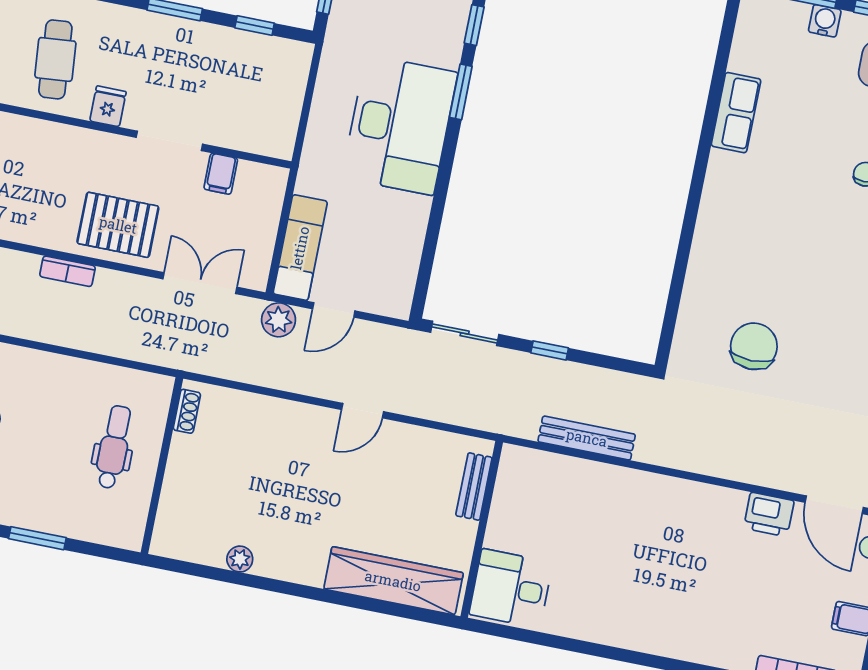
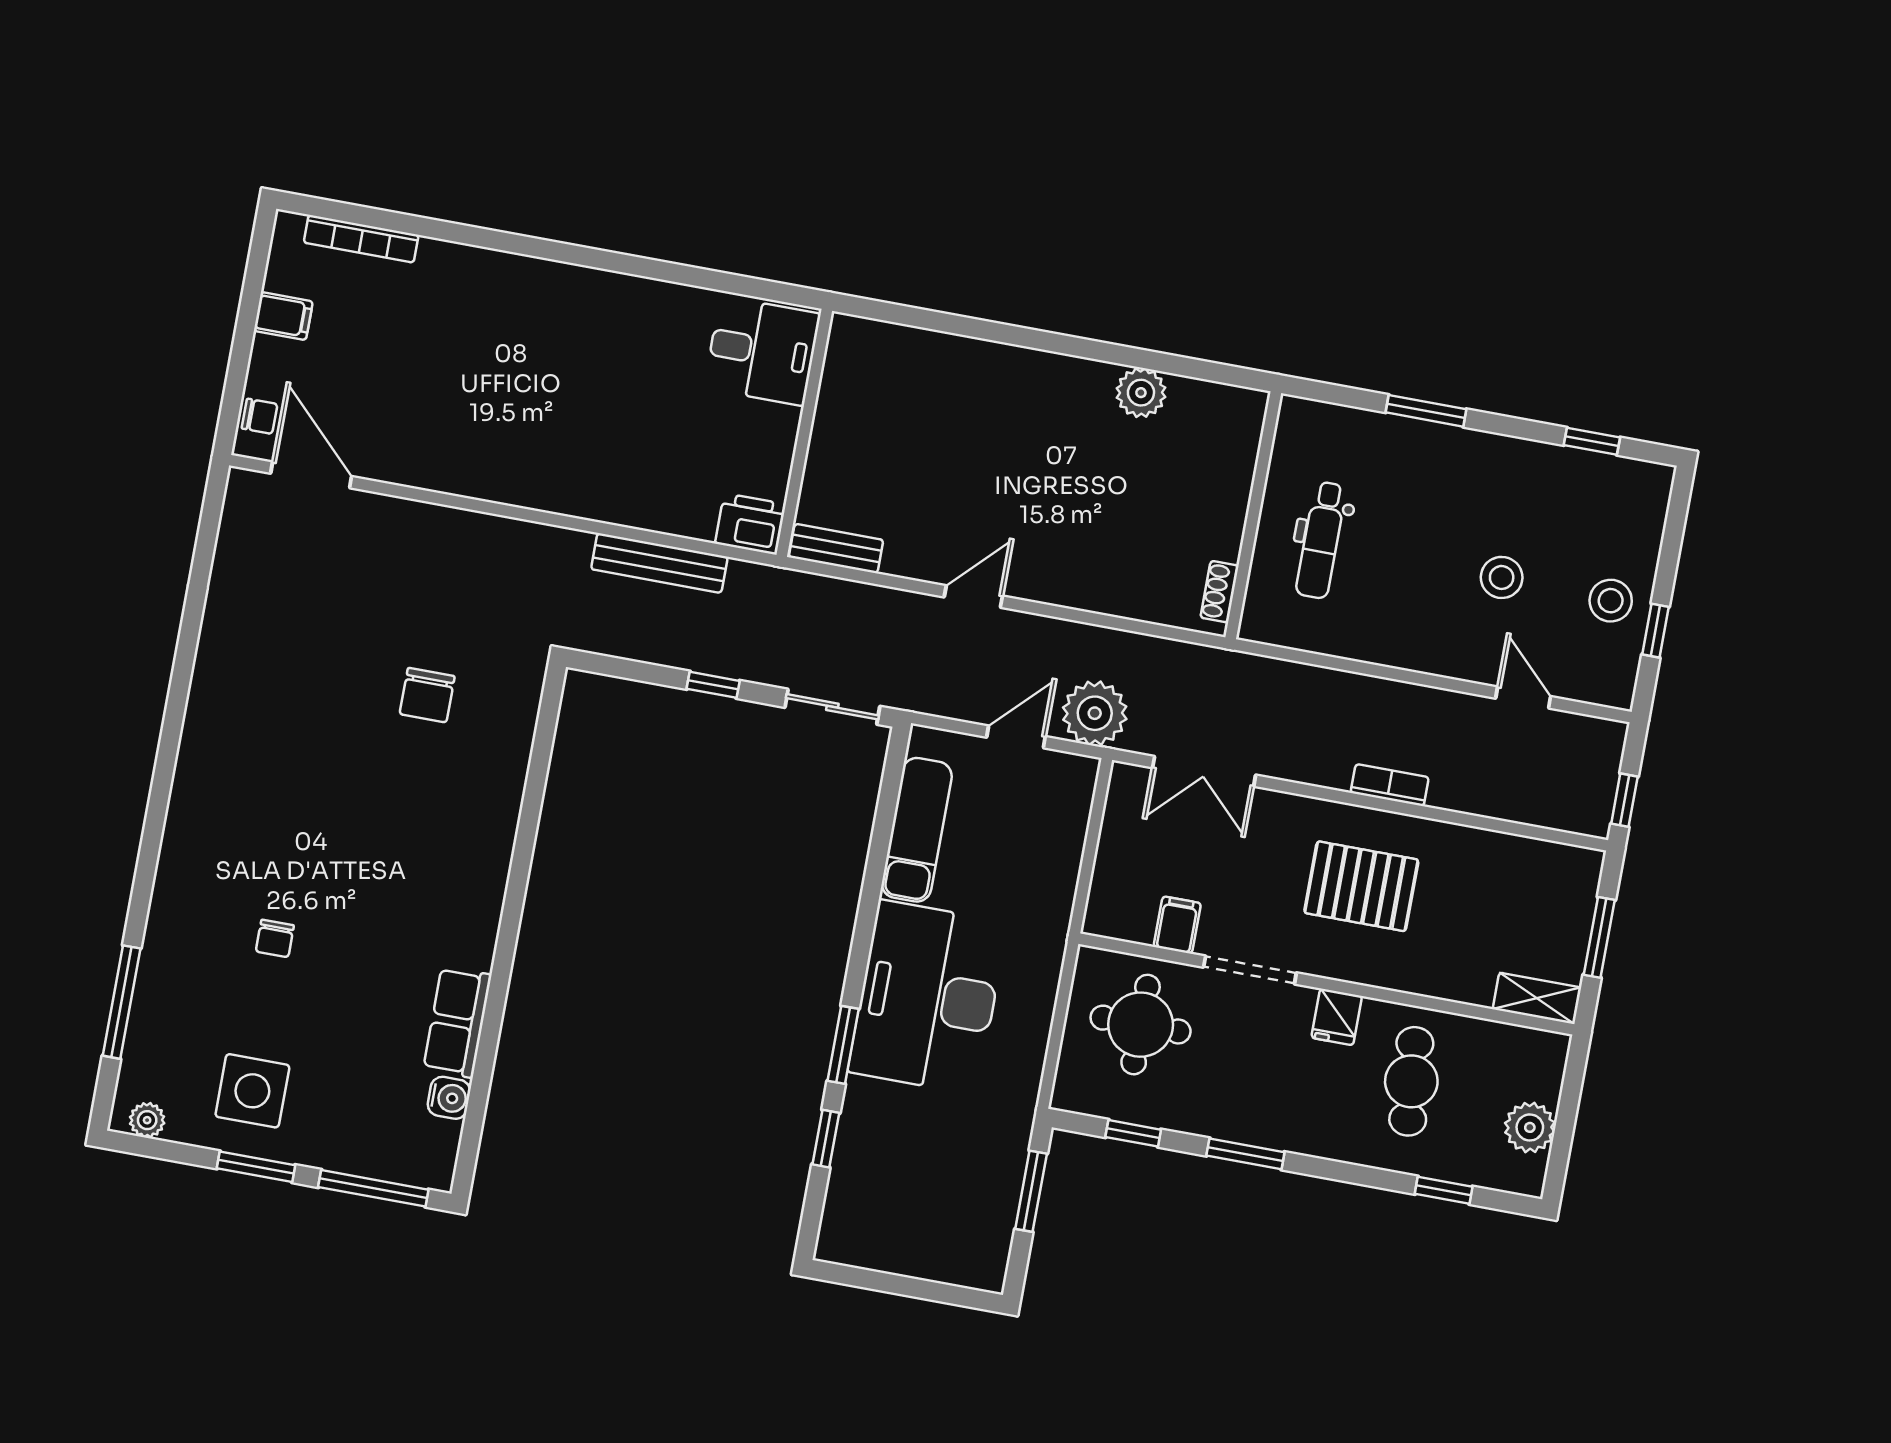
water cooler: (825, 21) -> (449, 1098), moved, turned -90
round table: (248, 103) -> (1141, 1025), added
pallet: (118, 225) -> (1361, 886), moved
exam couch: (300, 248) -> (917, 830), moved, turned 180
plant: (279, 320) -> (1095, 713), width x1.36, depth x1.36
chair: (754, 346) -> (427, 695), width x0.73, depth x0.73
bench: (474, 487) -> (836, 549), moved, turned 90
printer: (769, 514) -> (750, 524), moved
plant: (240, 559) -> (1141, 393), width x1.38, depth x1.38
wardrobe: (393, 581) -> (927, 359), removed

